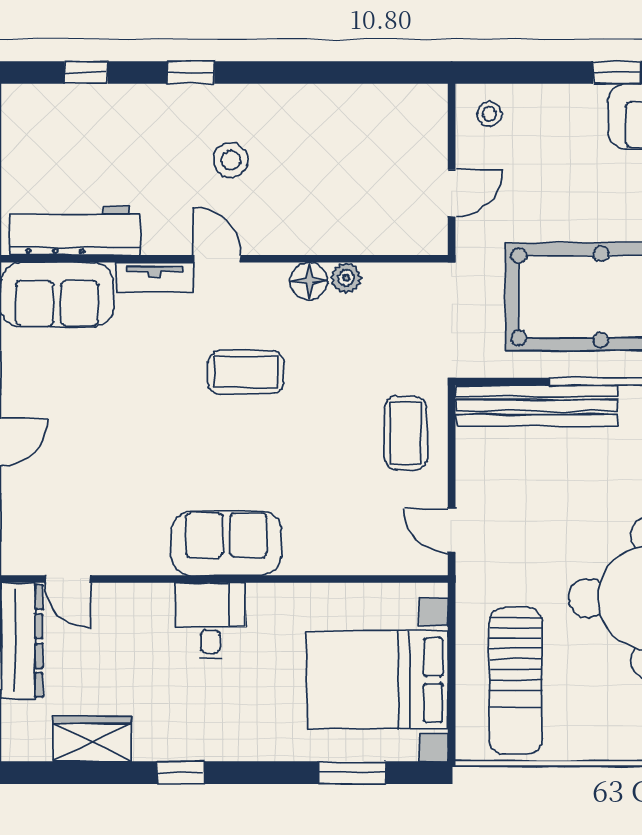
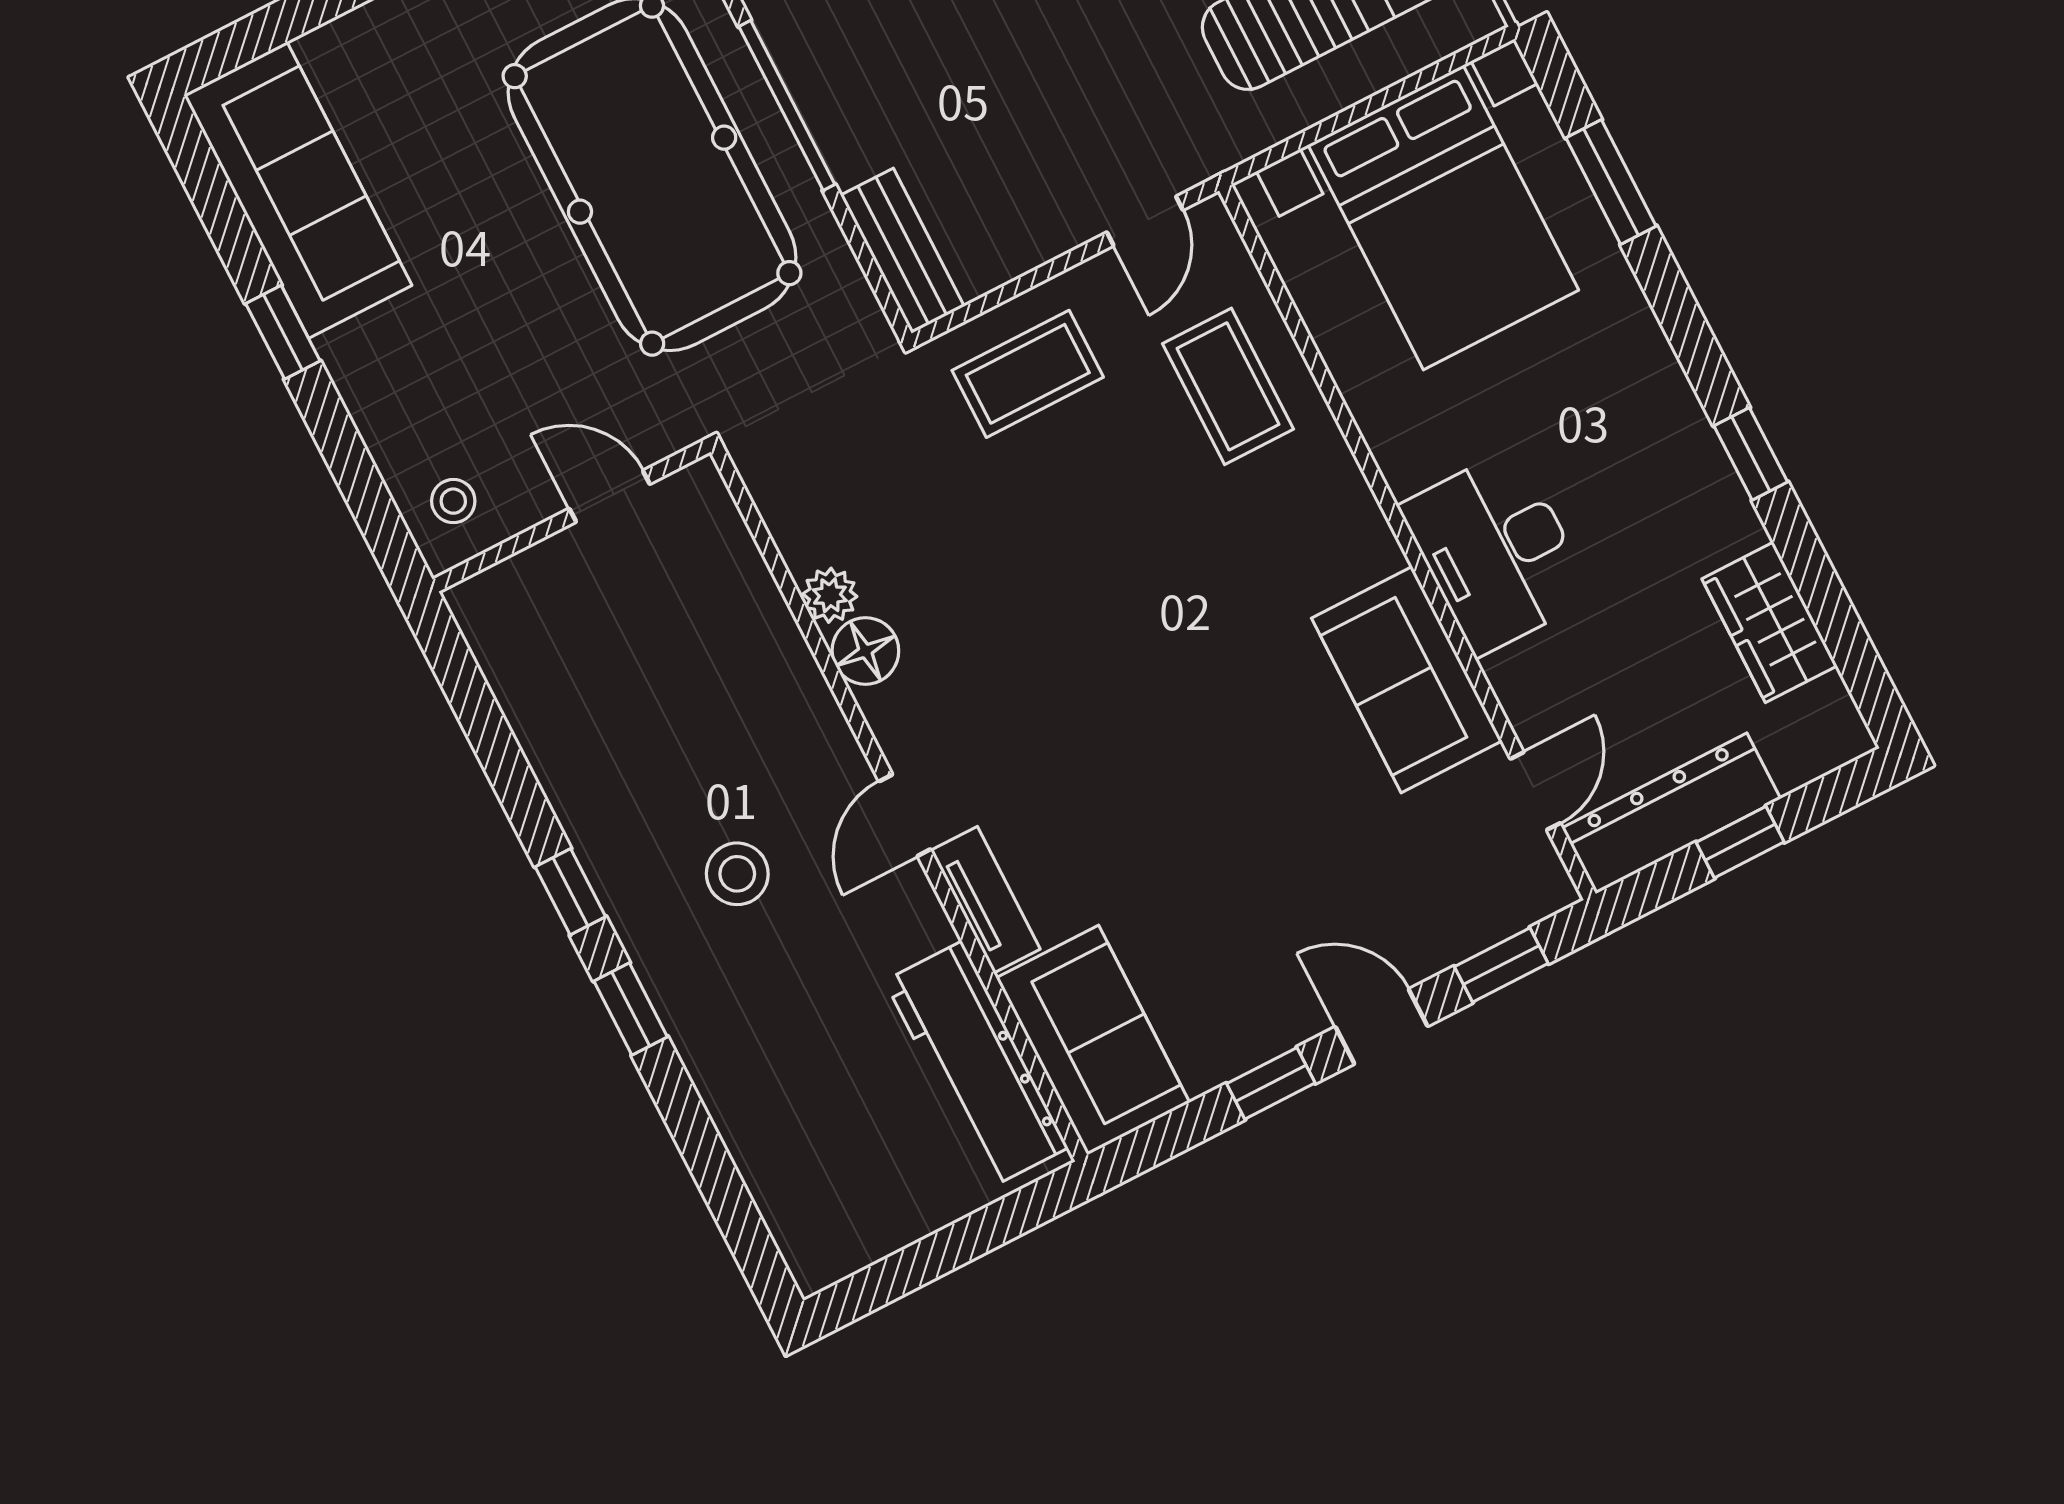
window: (86, 73) -> (570, 892), moved
coffee table: (246, 372) -> (1228, 386), moved
bench: (537, 406) -> (902, 251), width x0.54, depth x0.82
sofa: (226, 543) -> (1407, 680), moved
desk: (210, 621) -> (1496, 552), width x1.37

